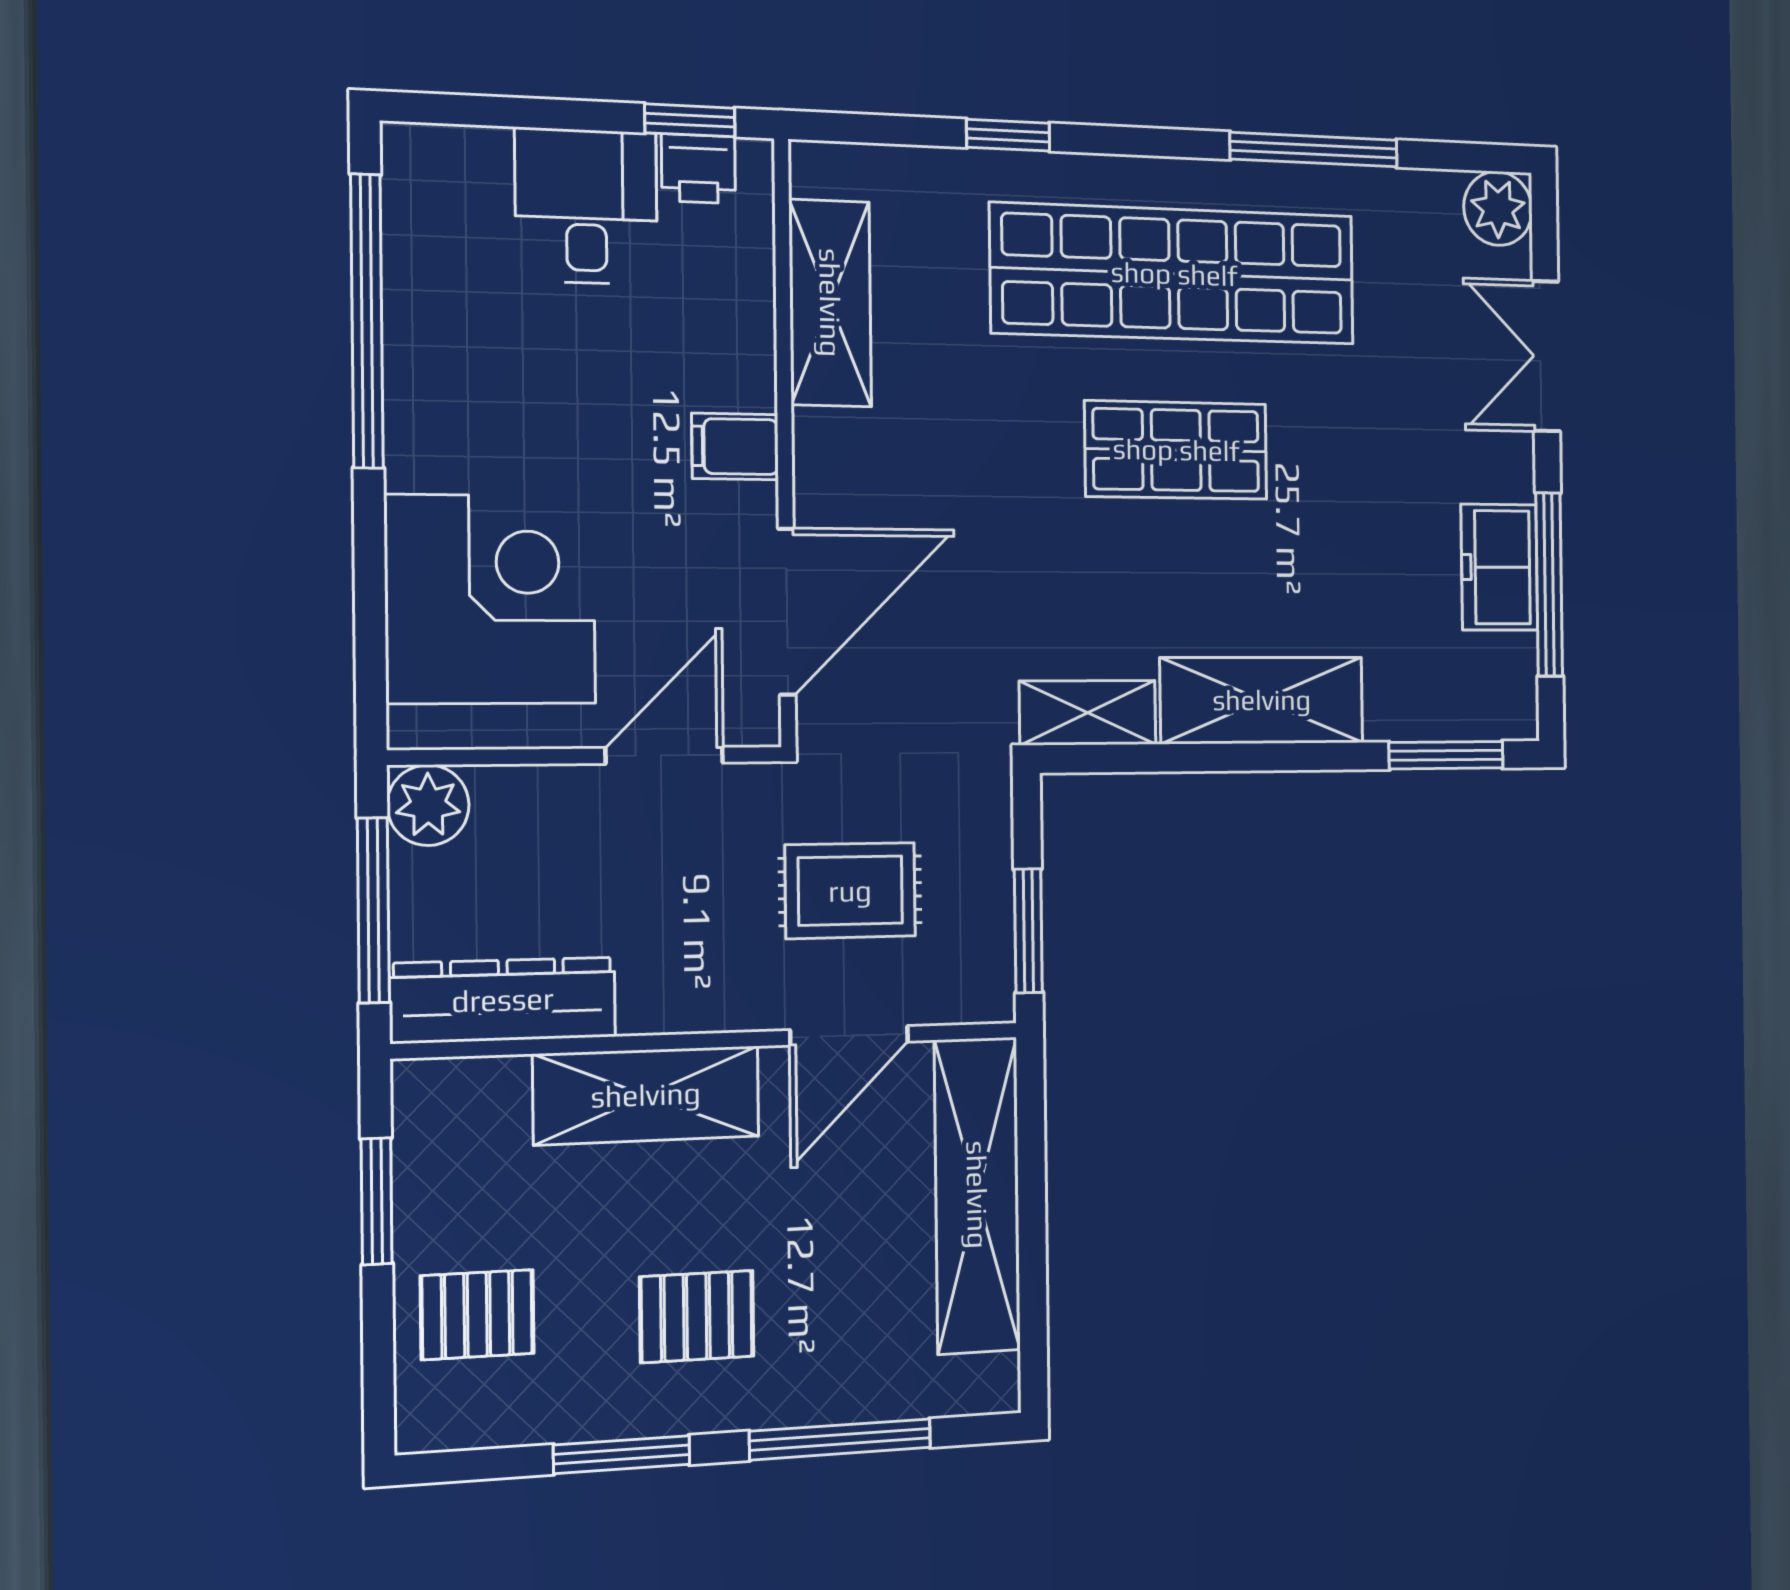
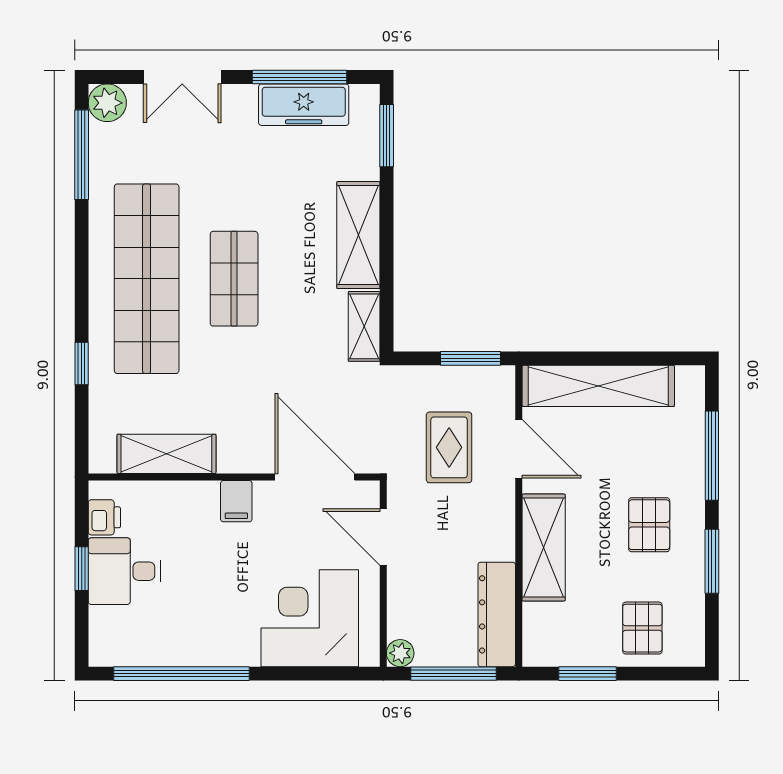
window: (690, 120) -> (82, 569), moved
window: (1314, 150) -> (82, 155), moved
freezer: (1499, 567) -> (304, 105), width x1.40
plant: (428, 805) -> (400, 653), width x0.73, depth x0.73

